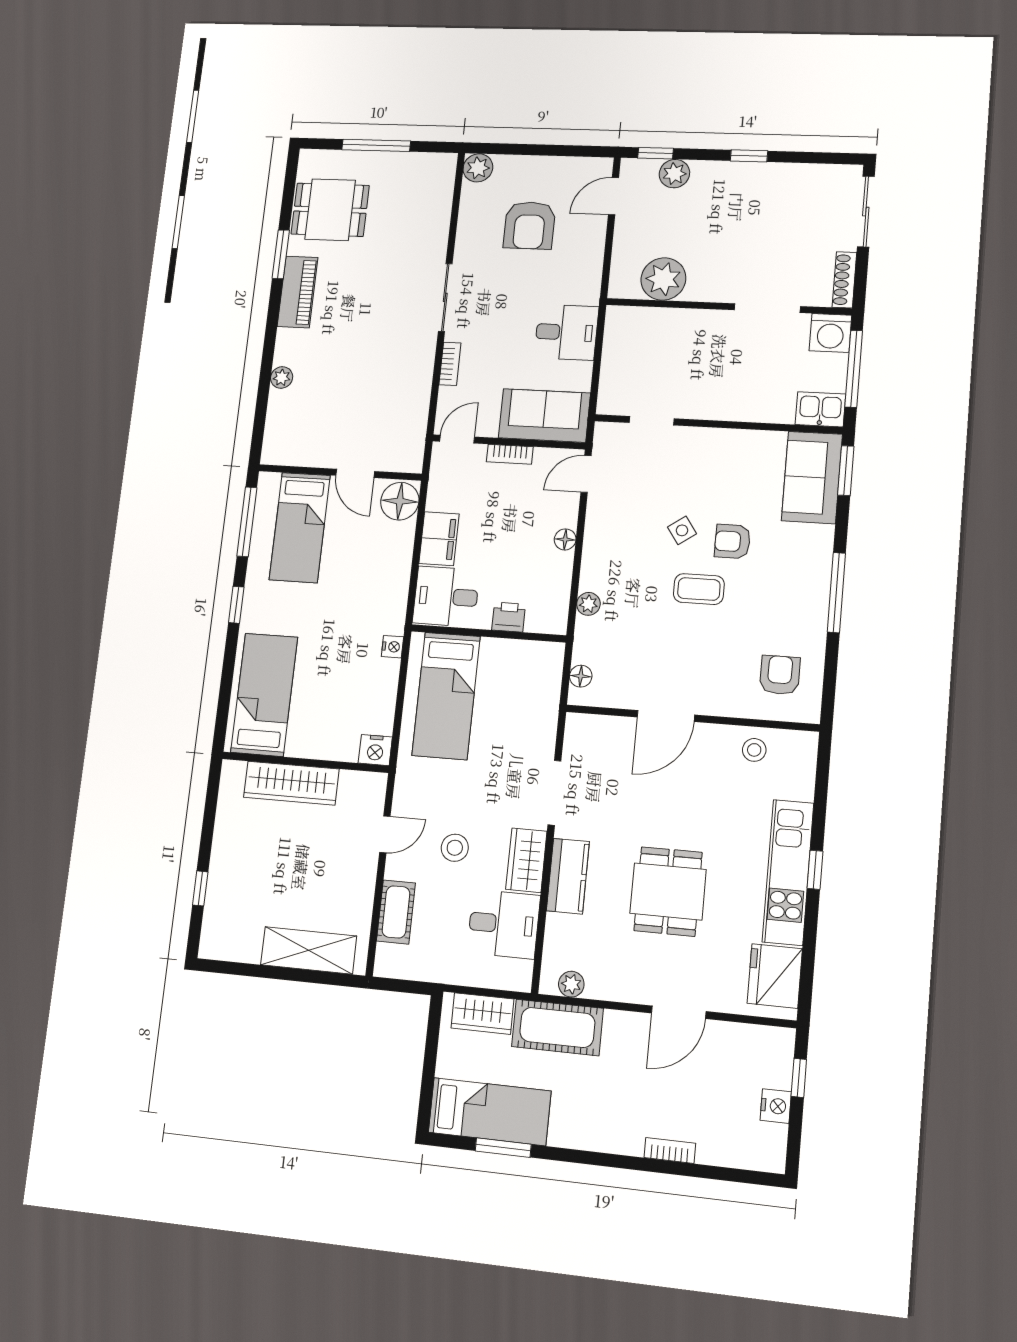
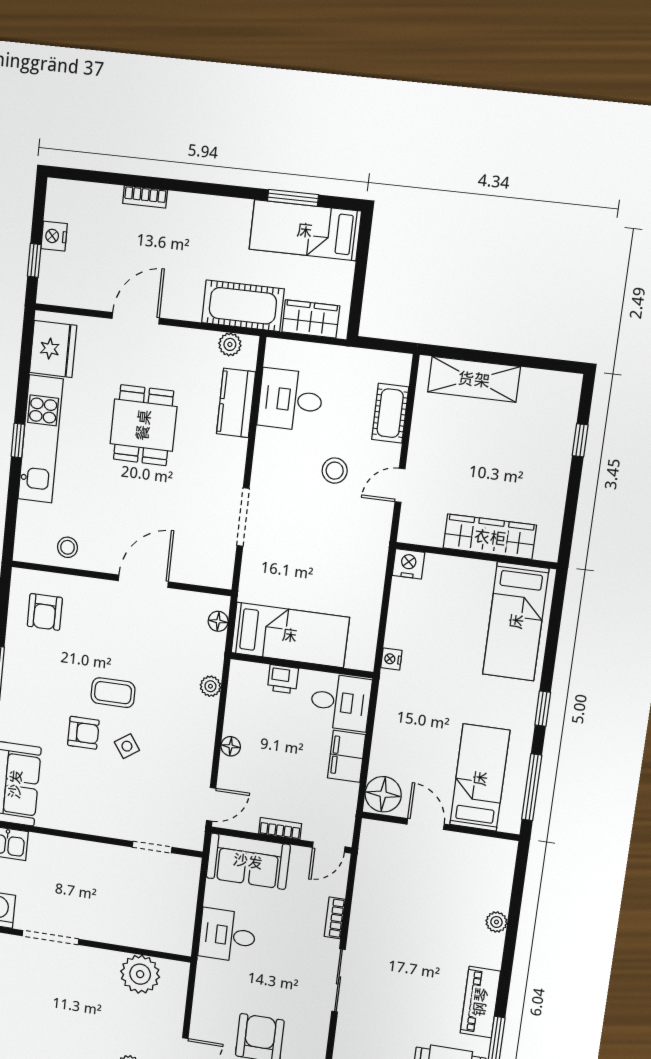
bed: (446, 696) -> (290, 635), moved, turned 90
wardrobe: (526, 860) -> (269, 457), removed
kitchen counter: (568, 876) -> (236, 403), moved

